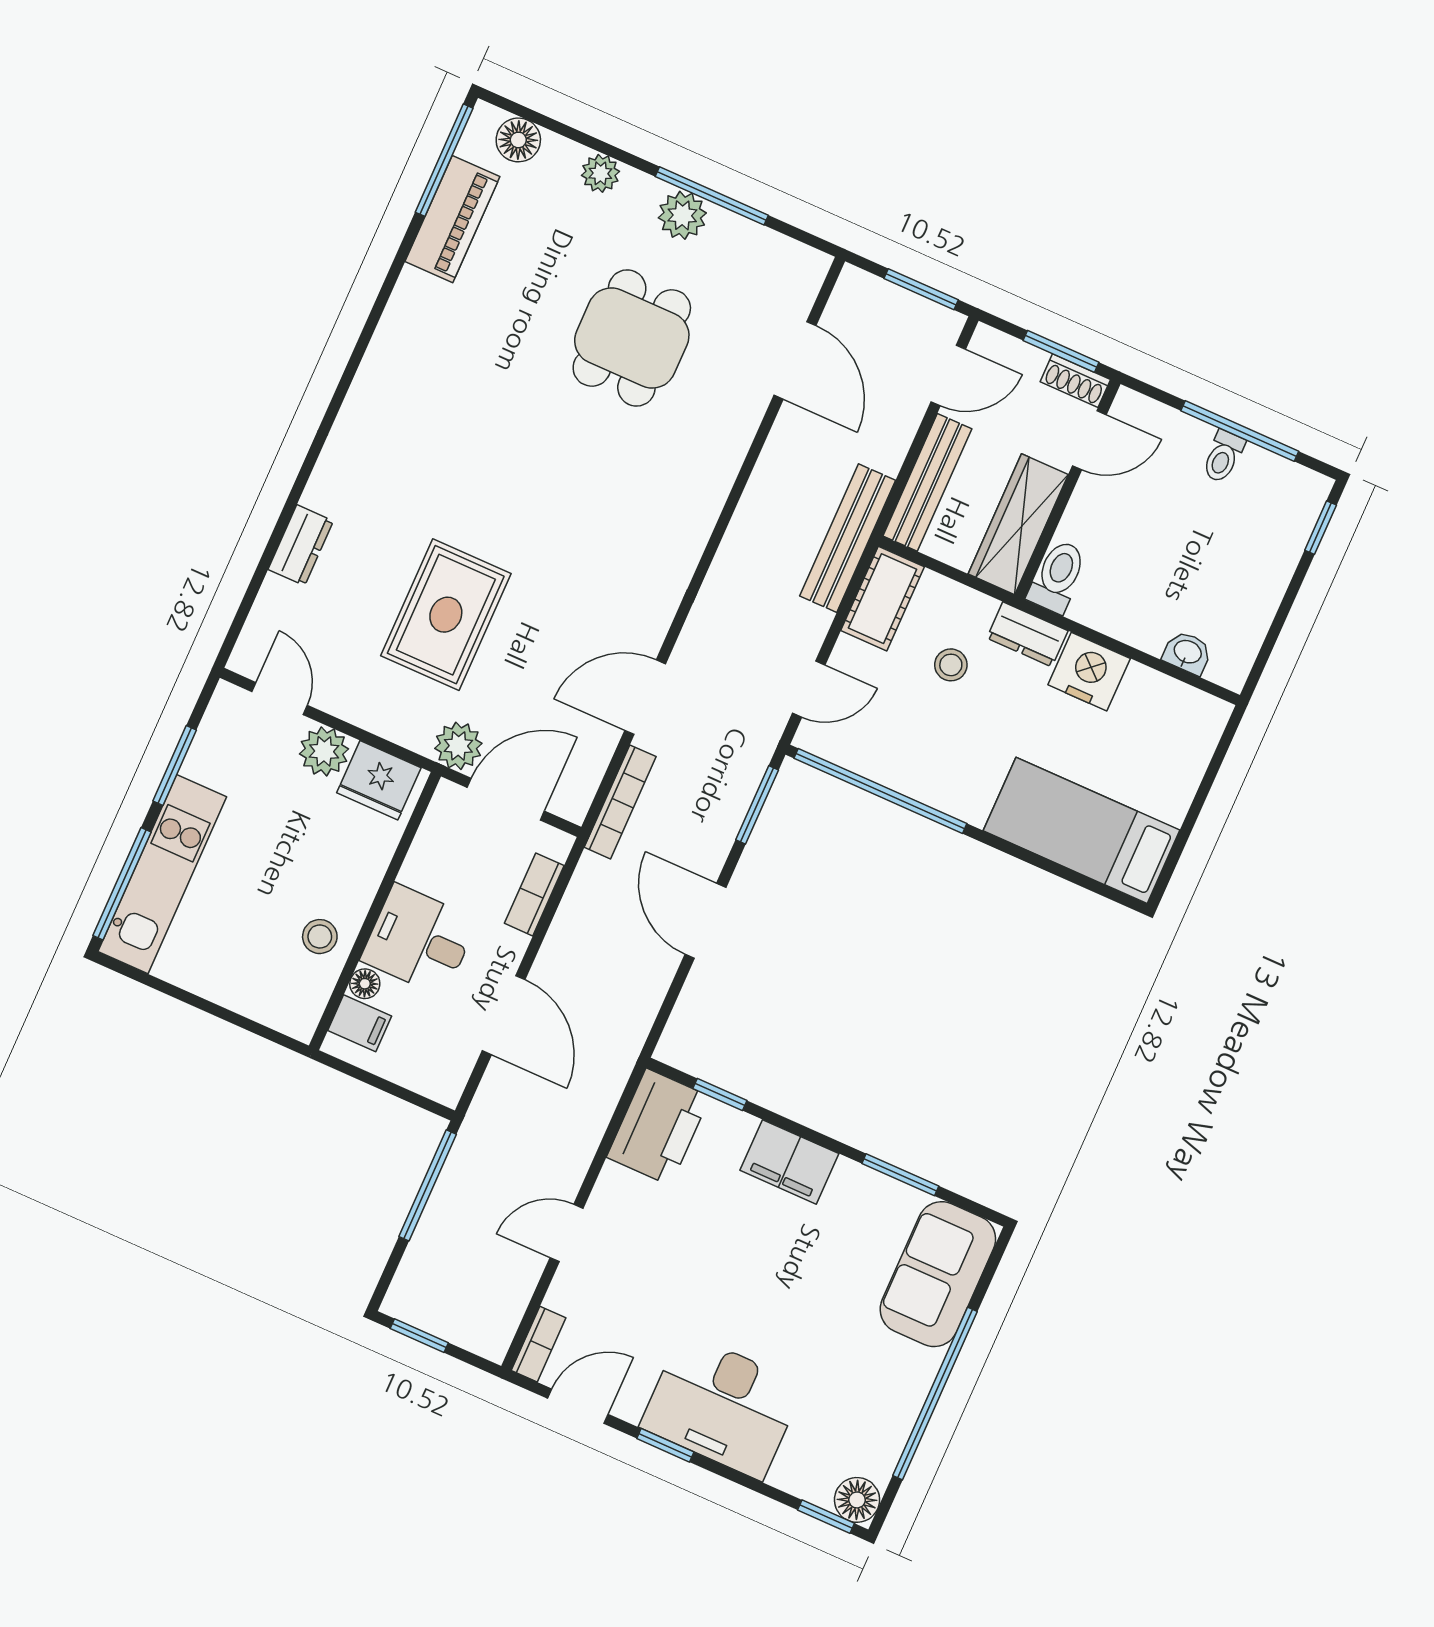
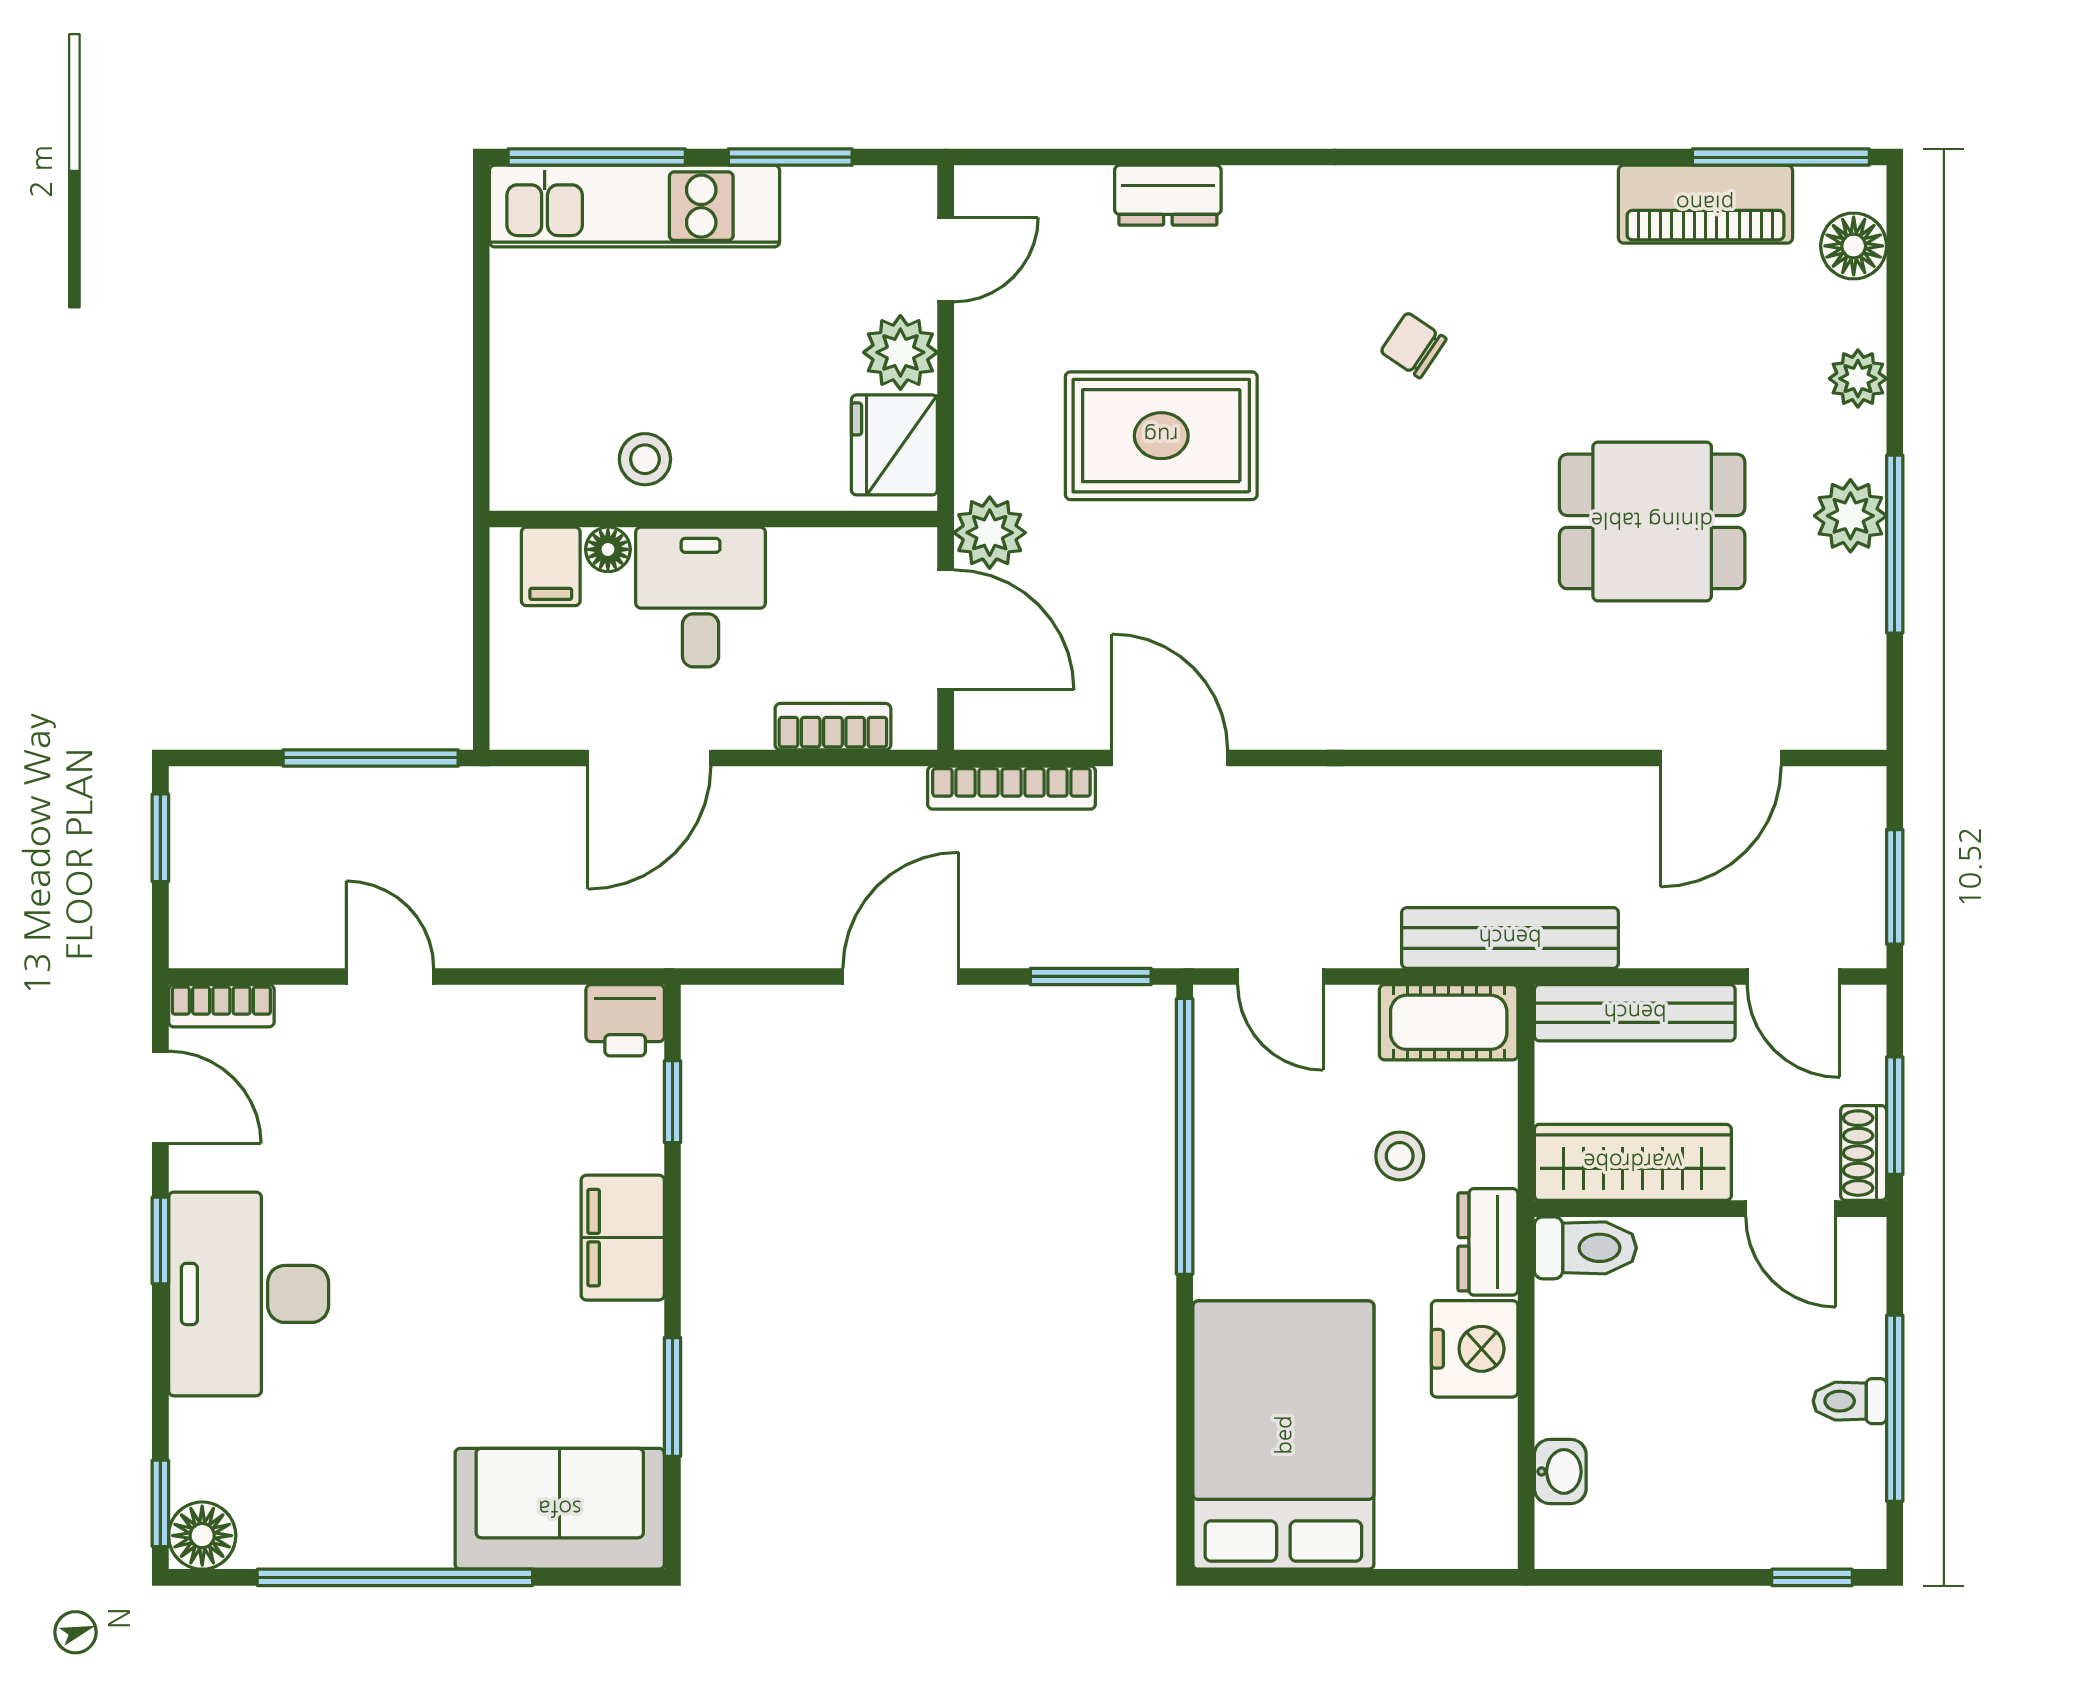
chair: (459, 436) -> (1413, 345), added
bed: (1082, 830) -> (1283, 1435), width x1.50
printer: (658, 1127) -> (625, 1020), width x0.53, depth x0.68

